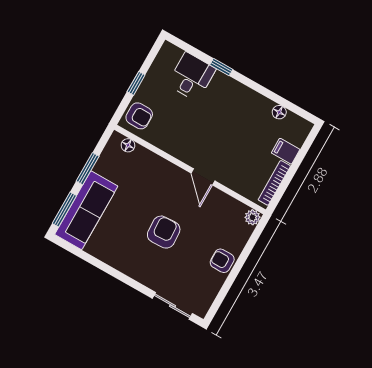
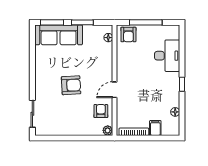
window: (221, 67) -> (182, 84), moved
desk: (192, 77) -> (167, 56), width x1.37
window: (136, 83) -> (146, 22), width x2.17
armchair: (222, 261) -> (101, 111), moved

